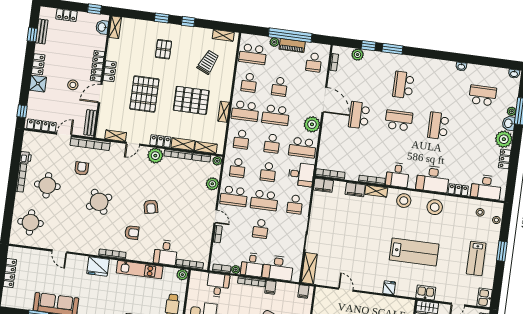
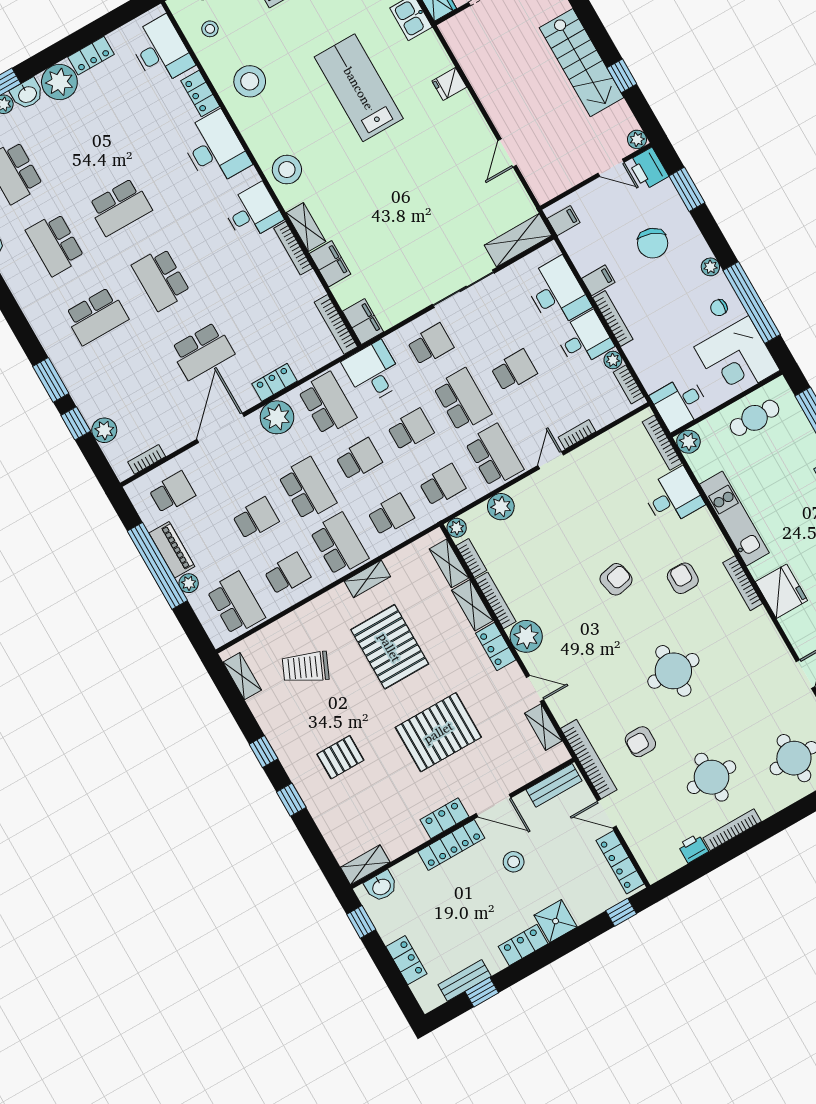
school desk: (443, 90) -> (55, 244), added
locker: (326, 134) -> (274, 382), added
round table: (99, 202) -> (673, 671), turned 33
stool: (435, 207) -> (250, 81), moved
desk: (218, 285) -> (680, 403), moved

